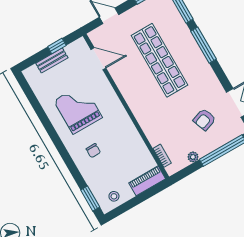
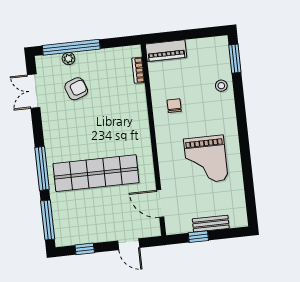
shop shelf: (159, 60) -> (96, 173), turned 90
chair: (93, 151) -> (174, 106), moved
plant: (193, 157) -> (68, 59), moved
stool: (114, 196) -> (221, 86), moved

